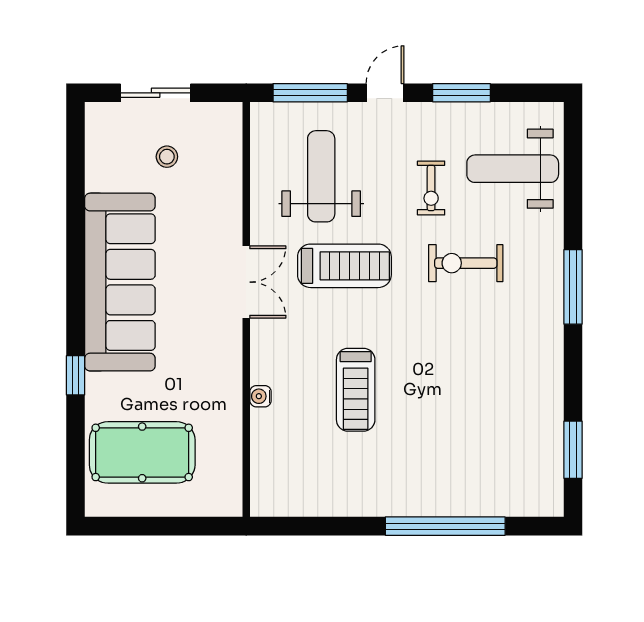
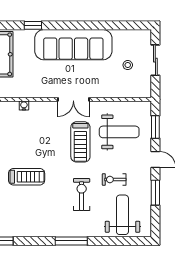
window: (310, 93) -> (155, 127), width x0.69
treadmill: (356, 390) -> (27, 177), moved, turned 180

